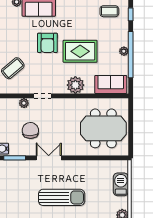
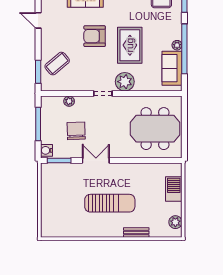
armchair: (47, 43) -> (95, 36), turned 90
rug: (80, 51) -> (130, 45), turned 90
sofa: (111, 84) -> (172, 68), moved, turned -90
doorway: (42, 96) -> (103, 93), moved

